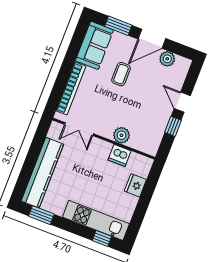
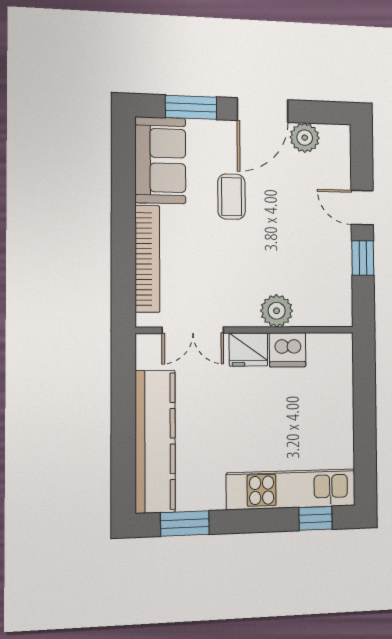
fridge: (135, 185) -> (248, 350), moved, turned -90

